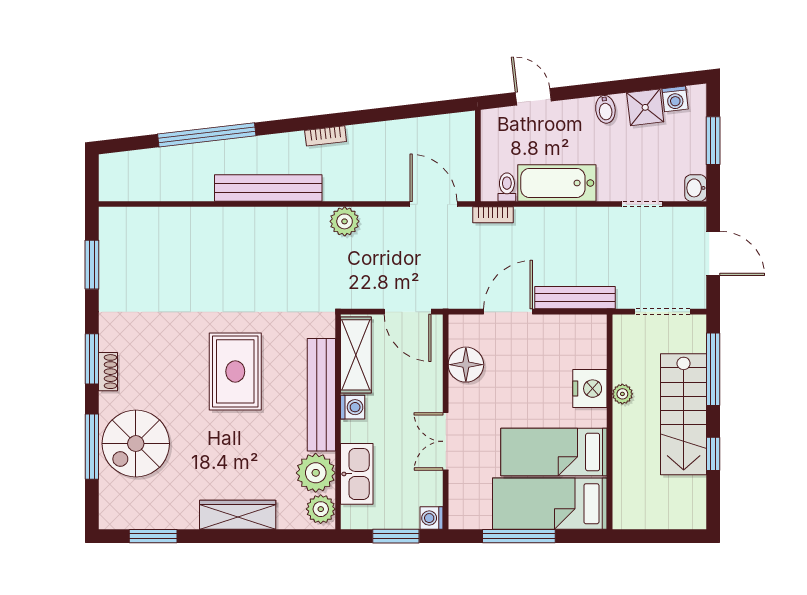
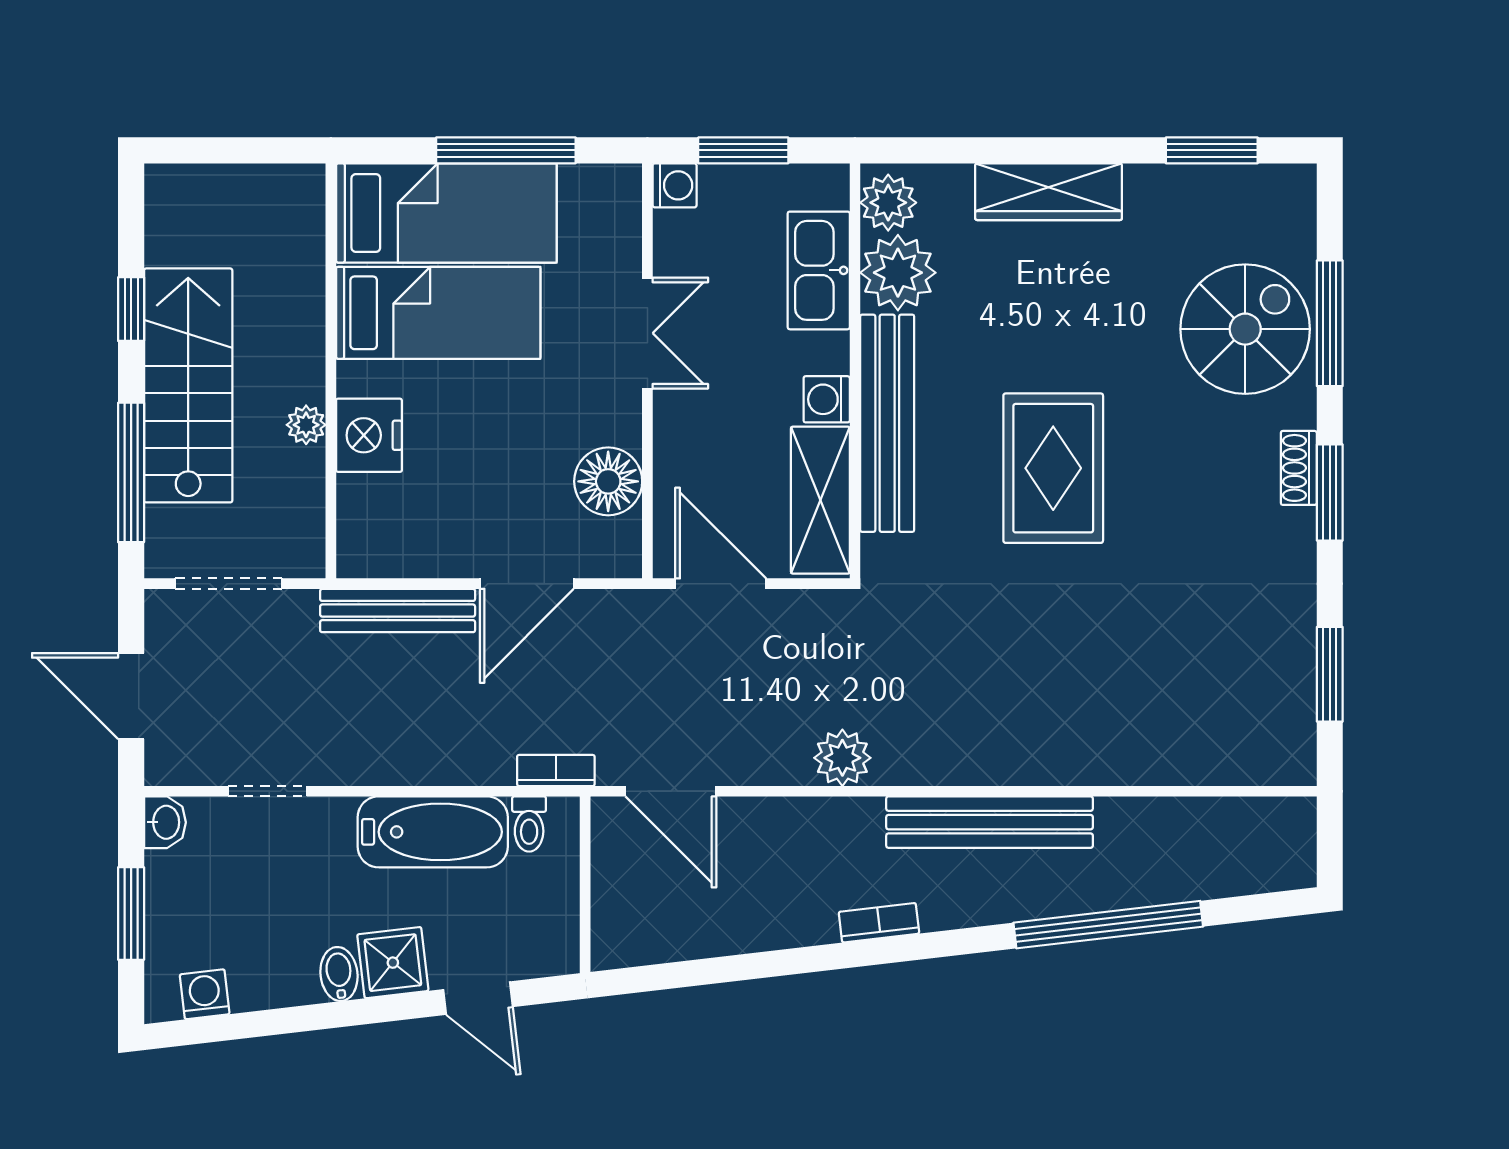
shower: (645, 107) -> (393, 963), moved

